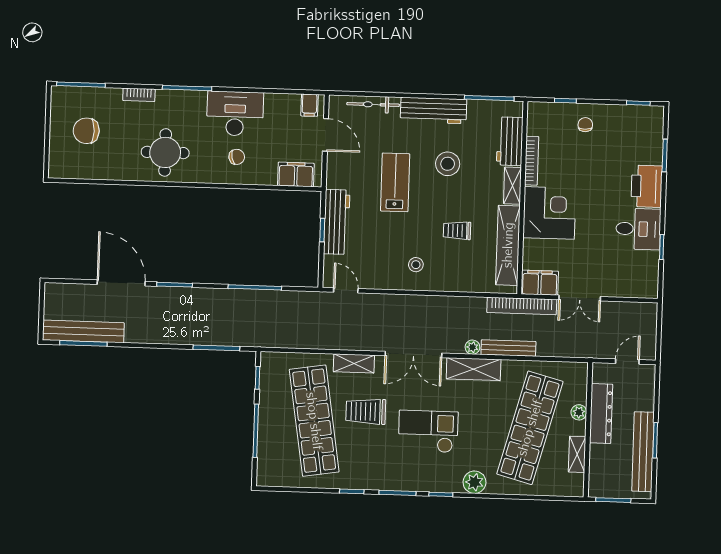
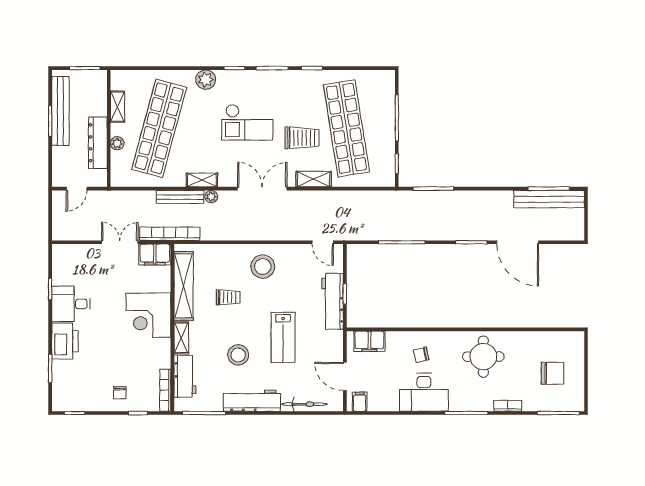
bookcase: (532, 161) -> (165, 390), moved
stool: (416, 265) -> (263, 267), width x1.89, depth x1.89
shelving: (474, 369) -> (202, 180), width x0.67, depth x0.75

